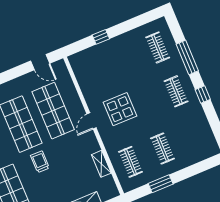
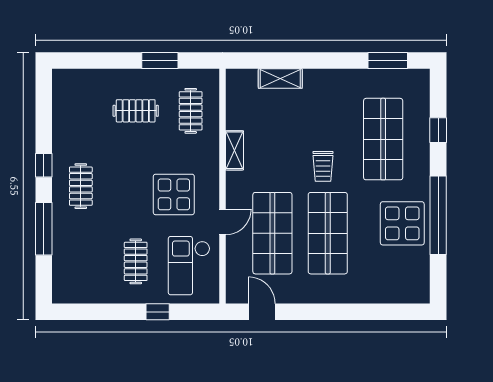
clothes rail: (158, 47) -> (136, 261), moved
checkout: (94, 71) -> (189, 266), added
door: (92, 121) -> (223, 222), moved
clothes rail: (162, 148) -> (136, 111), turned 90
shelving: (101, 164) -> (234, 150), moved

